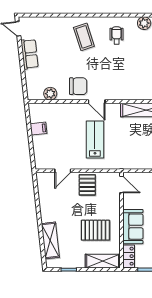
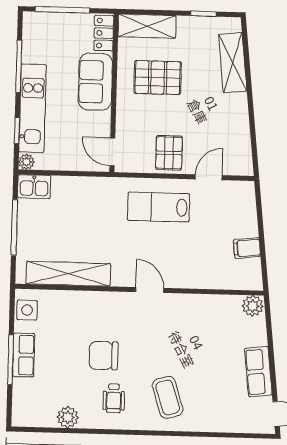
chair: (78, 86) -> (104, 356), moved
plant: (50, 94) -> (253, 306), moved
lab bench: (95, 140) -> (158, 207), moved, turned 90

